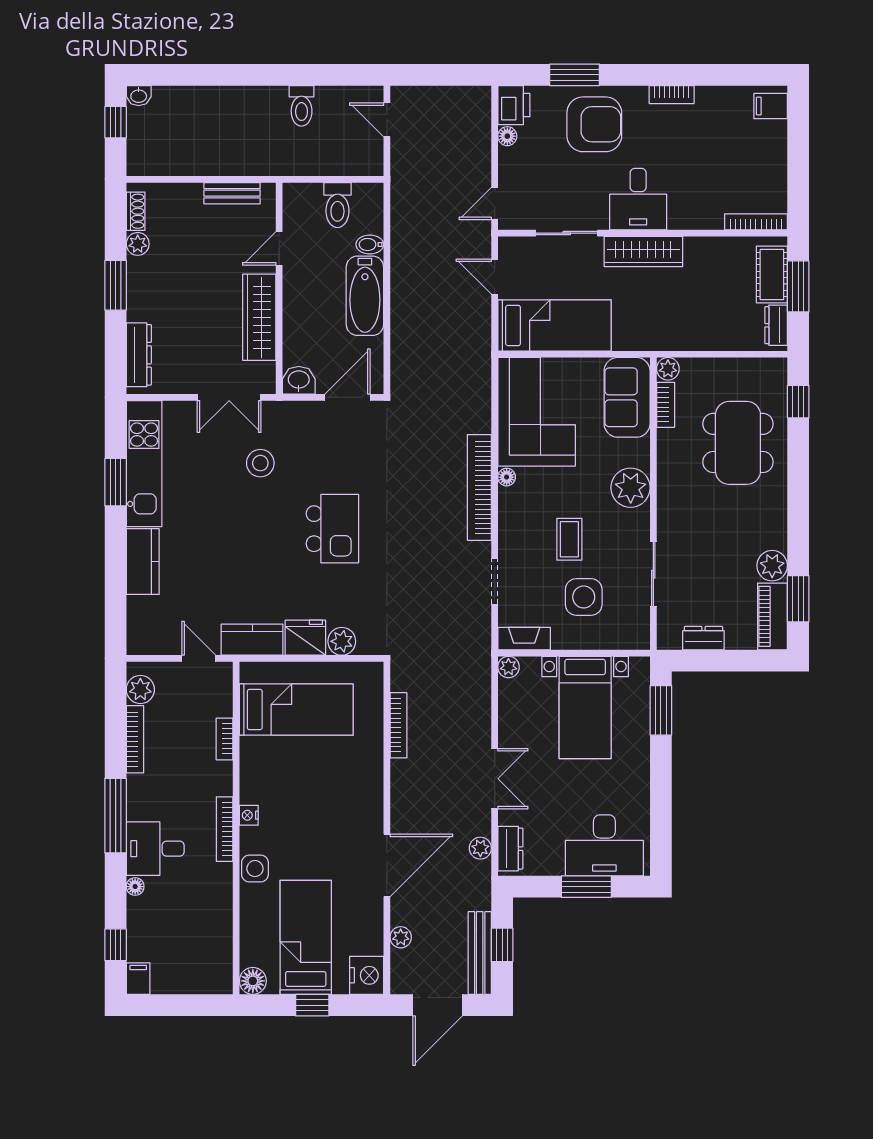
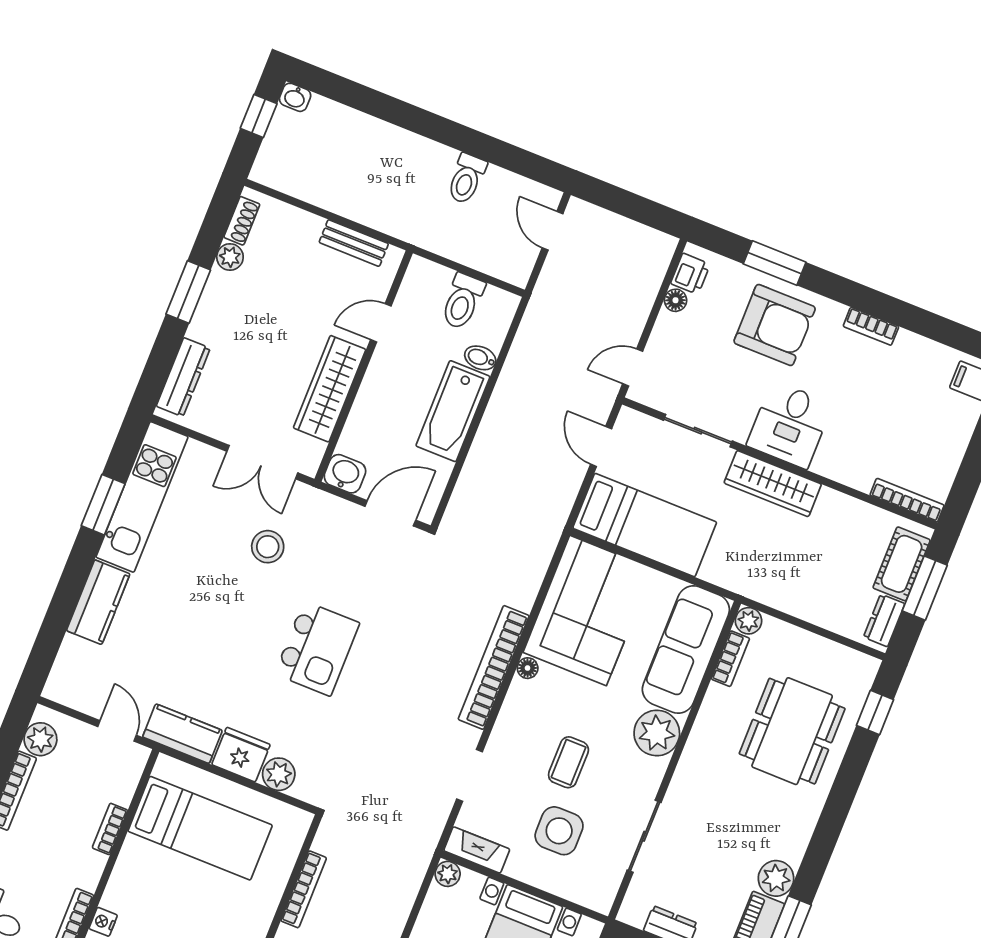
printer: (514, 105) -> (690, 274), width x0.73, depth x0.81
sofa: (627, 397) -> (686, 649), width x1.36

